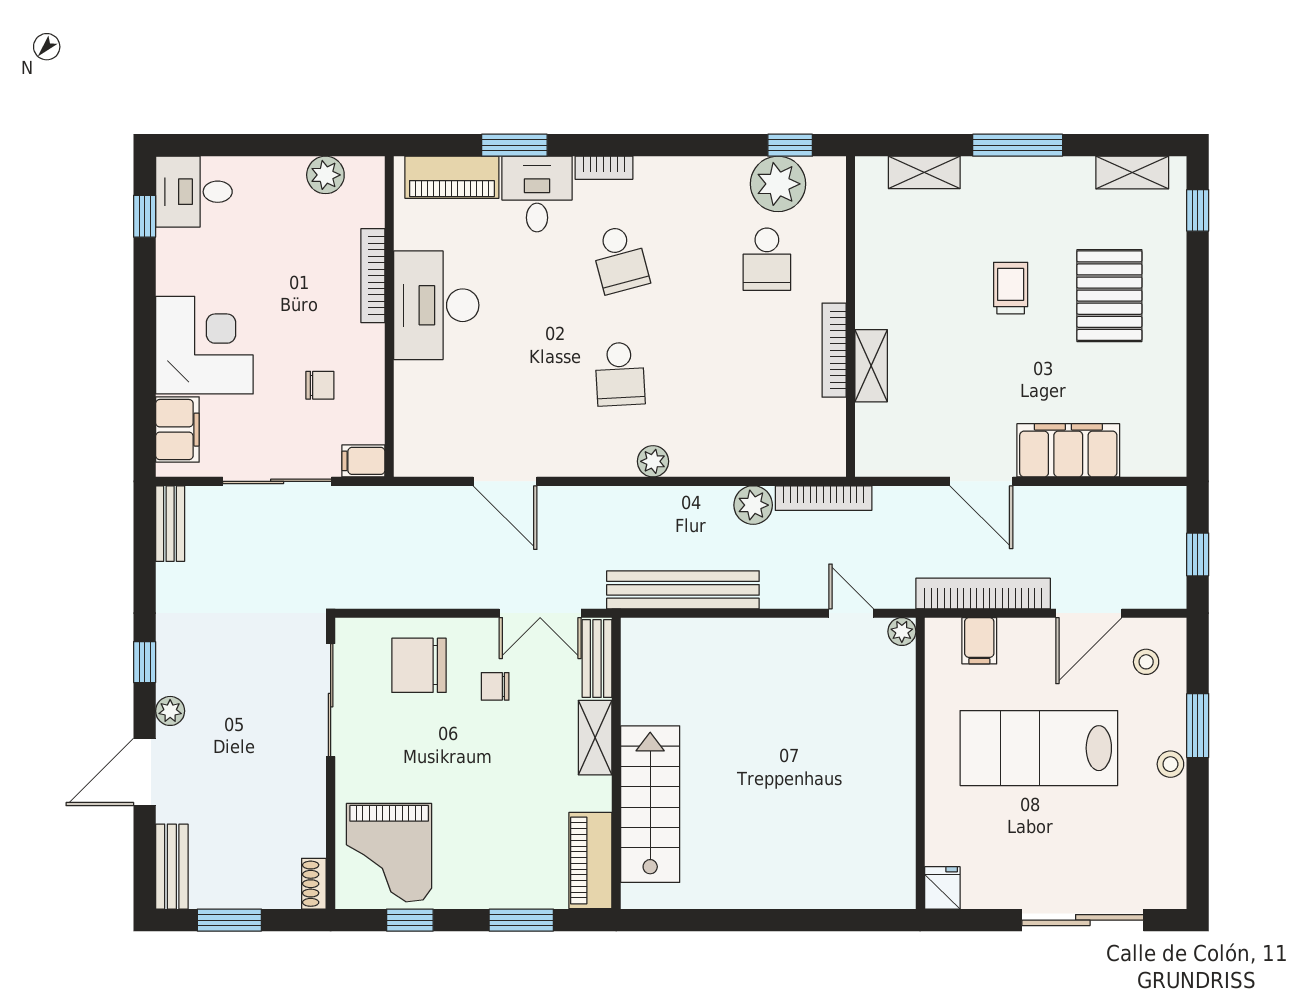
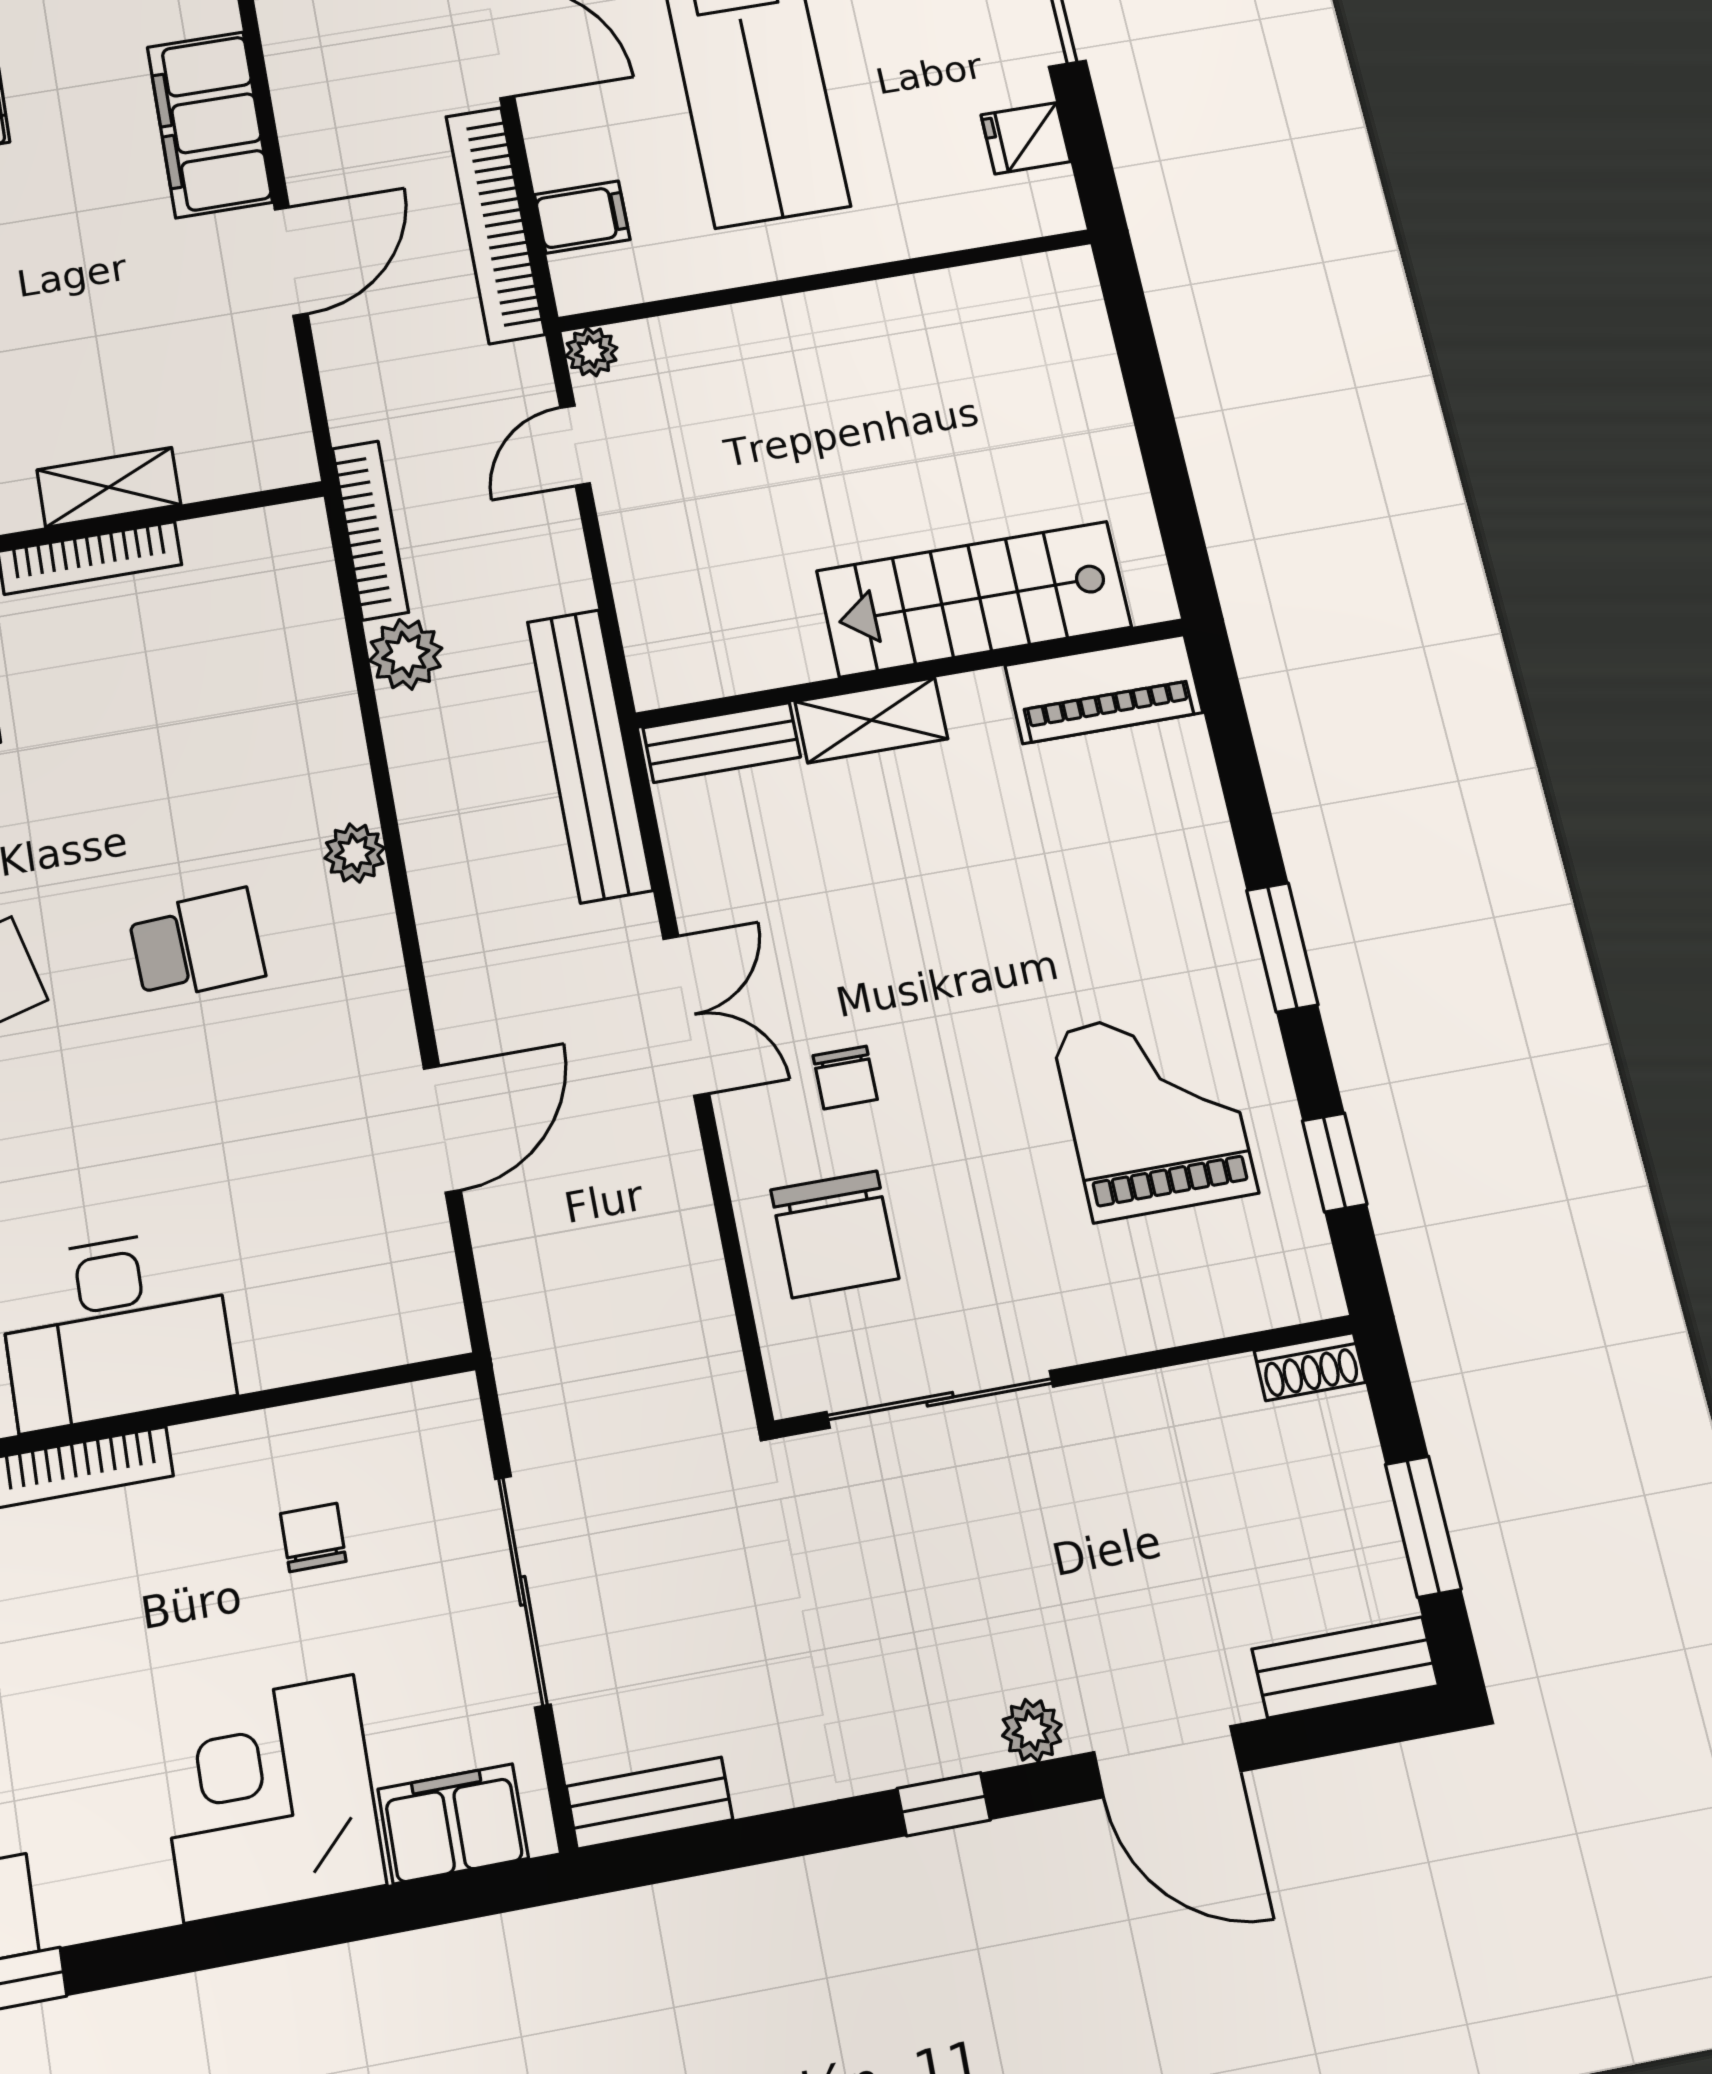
filing cabinet: (363, 461) -> (451, 1420), removed
bench: (597, 659) -> (722, 742), moved
shelving: (595, 738) -> (871, 720), moved
wall: (616, 763) -> (911, 673), moved
stairs: (650, 804) -> (974, 599), moved
grand piano: (389, 853) -> (1154, 1112), moved, turned -90
piano: (590, 860) -> (1104, 689), moved
fridge: (942, 888) -> (1026, 138), moved

